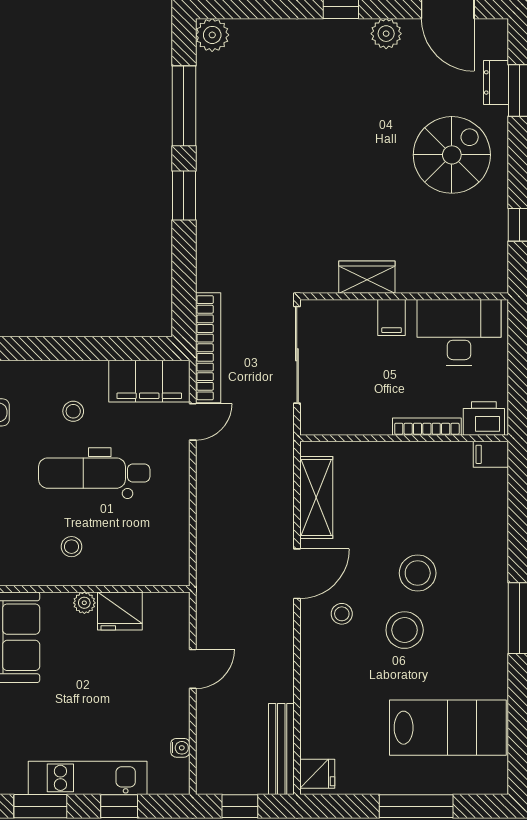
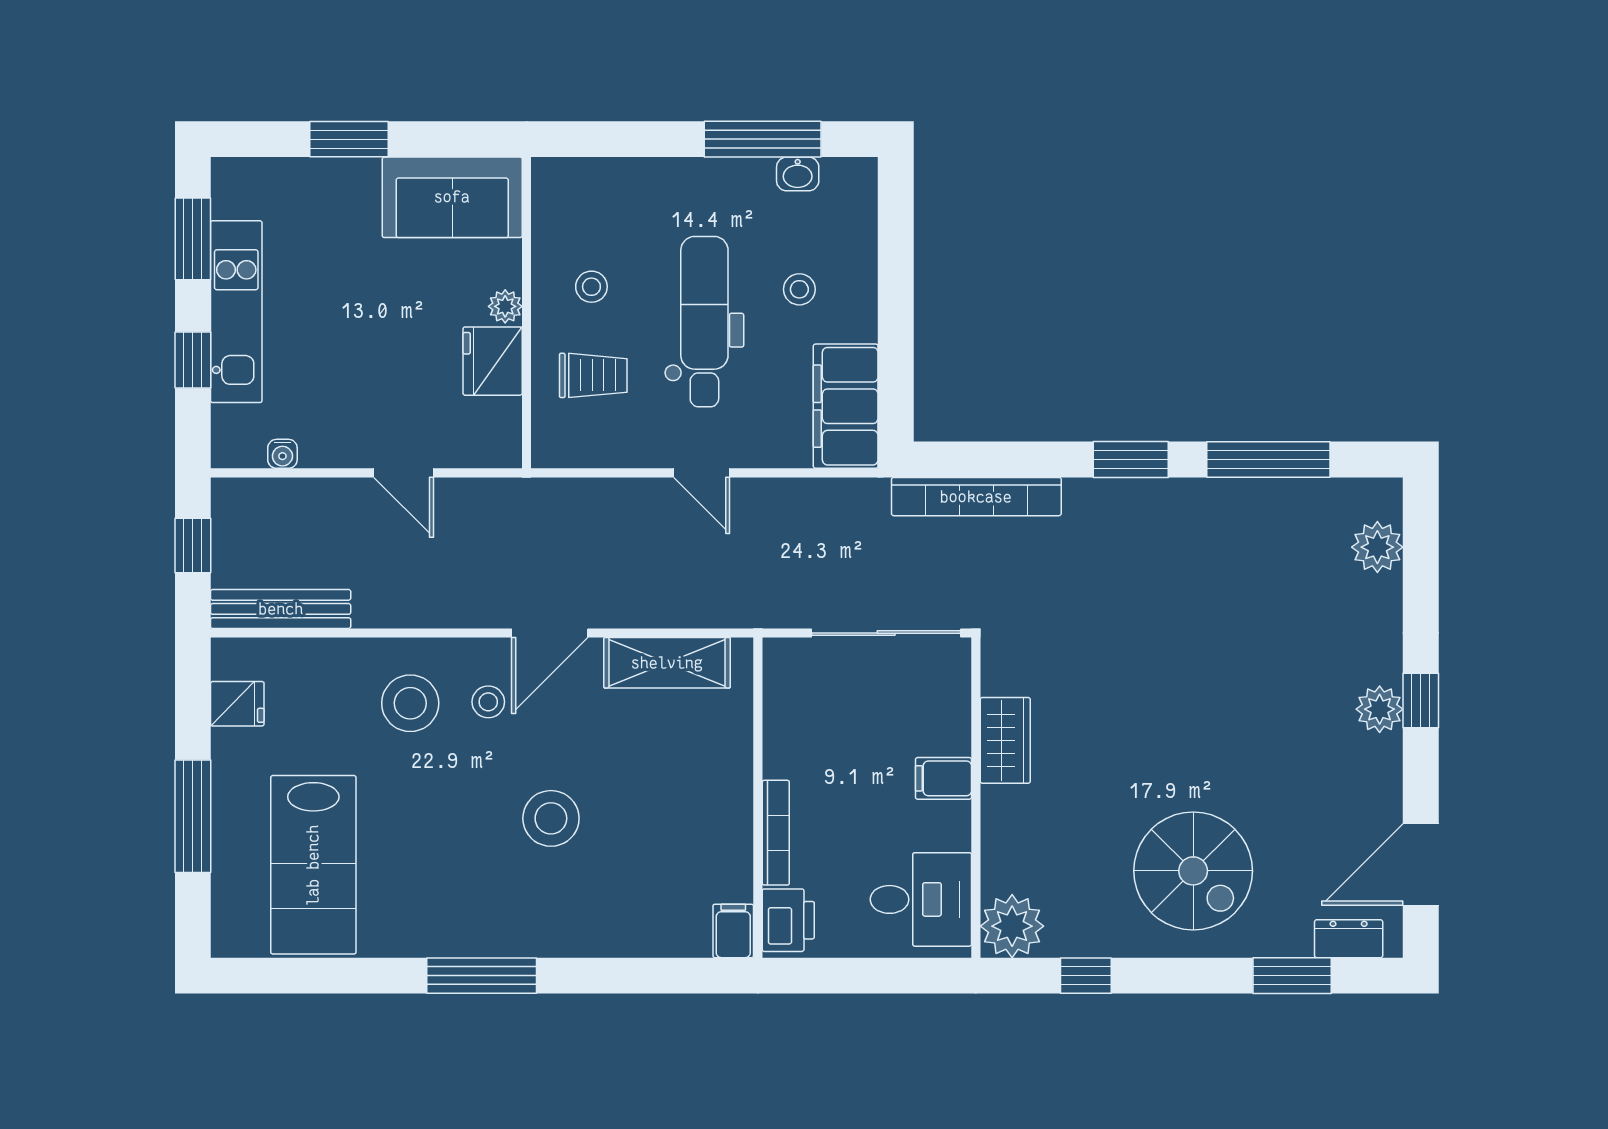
plant: (386, 34) -> (1380, 709), moved
plant: (212, 35) -> (1377, 547), moved
dresser: (496, 82) -> (1349, 939), moved
plant: (488, 273) -> (1012, 926), added
desk: (459, 332) -> (921, 899), width x0.73
bookcase: (208, 348) -> (976, 497), moved
door: (193, 422) -> (702, 473), moved
trolley: (129, 545) -> (593, 375), added
door: (297, 574) -> (550, 633), hinge flipped
stool: (405, 630) -> (410, 703), moved
fridge: (317, 774) -> (237, 704), moved, turned -90

